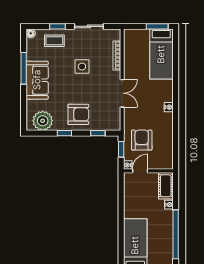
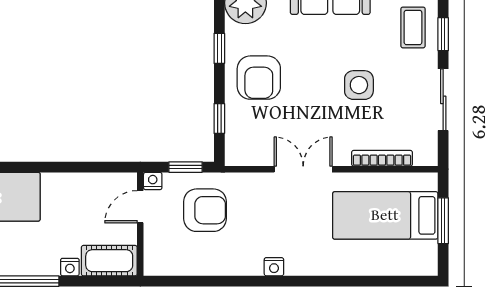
window: (157, 26) -> (443, 221), moved
bed: (161, 54) -> (385, 215), moved
double door: (122, 93) -> (303, 169), swing flipped
door: (140, 171) -> (140, 207), swing flipped

